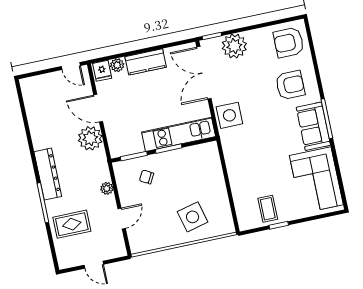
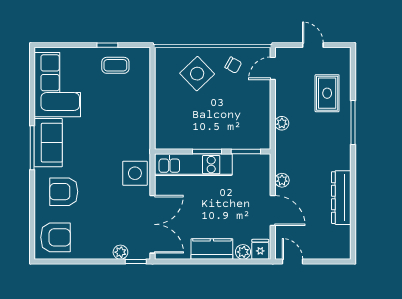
plant: (234, 46) -> (120, 252), width x0.53, depth x0.53
plant: (90, 138) -> (282, 180), width x0.53, depth x0.53
dresser: (48, 174) -> (341, 198), moved
chair: (147, 177) -> (233, 65), moved
coffee table: (268, 209) -> (115, 65), turned 90
side table: (193, 217) -> (197, 74), turned -30
door: (122, 219) -> (273, 68), moved
rug: (72, 224) -> (327, 93), turned 90

